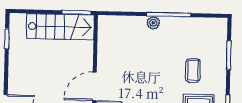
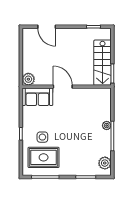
plant: (209, 27) -> (105, 163), added
coffee table: (193, 71) -> (75, 153), removed

